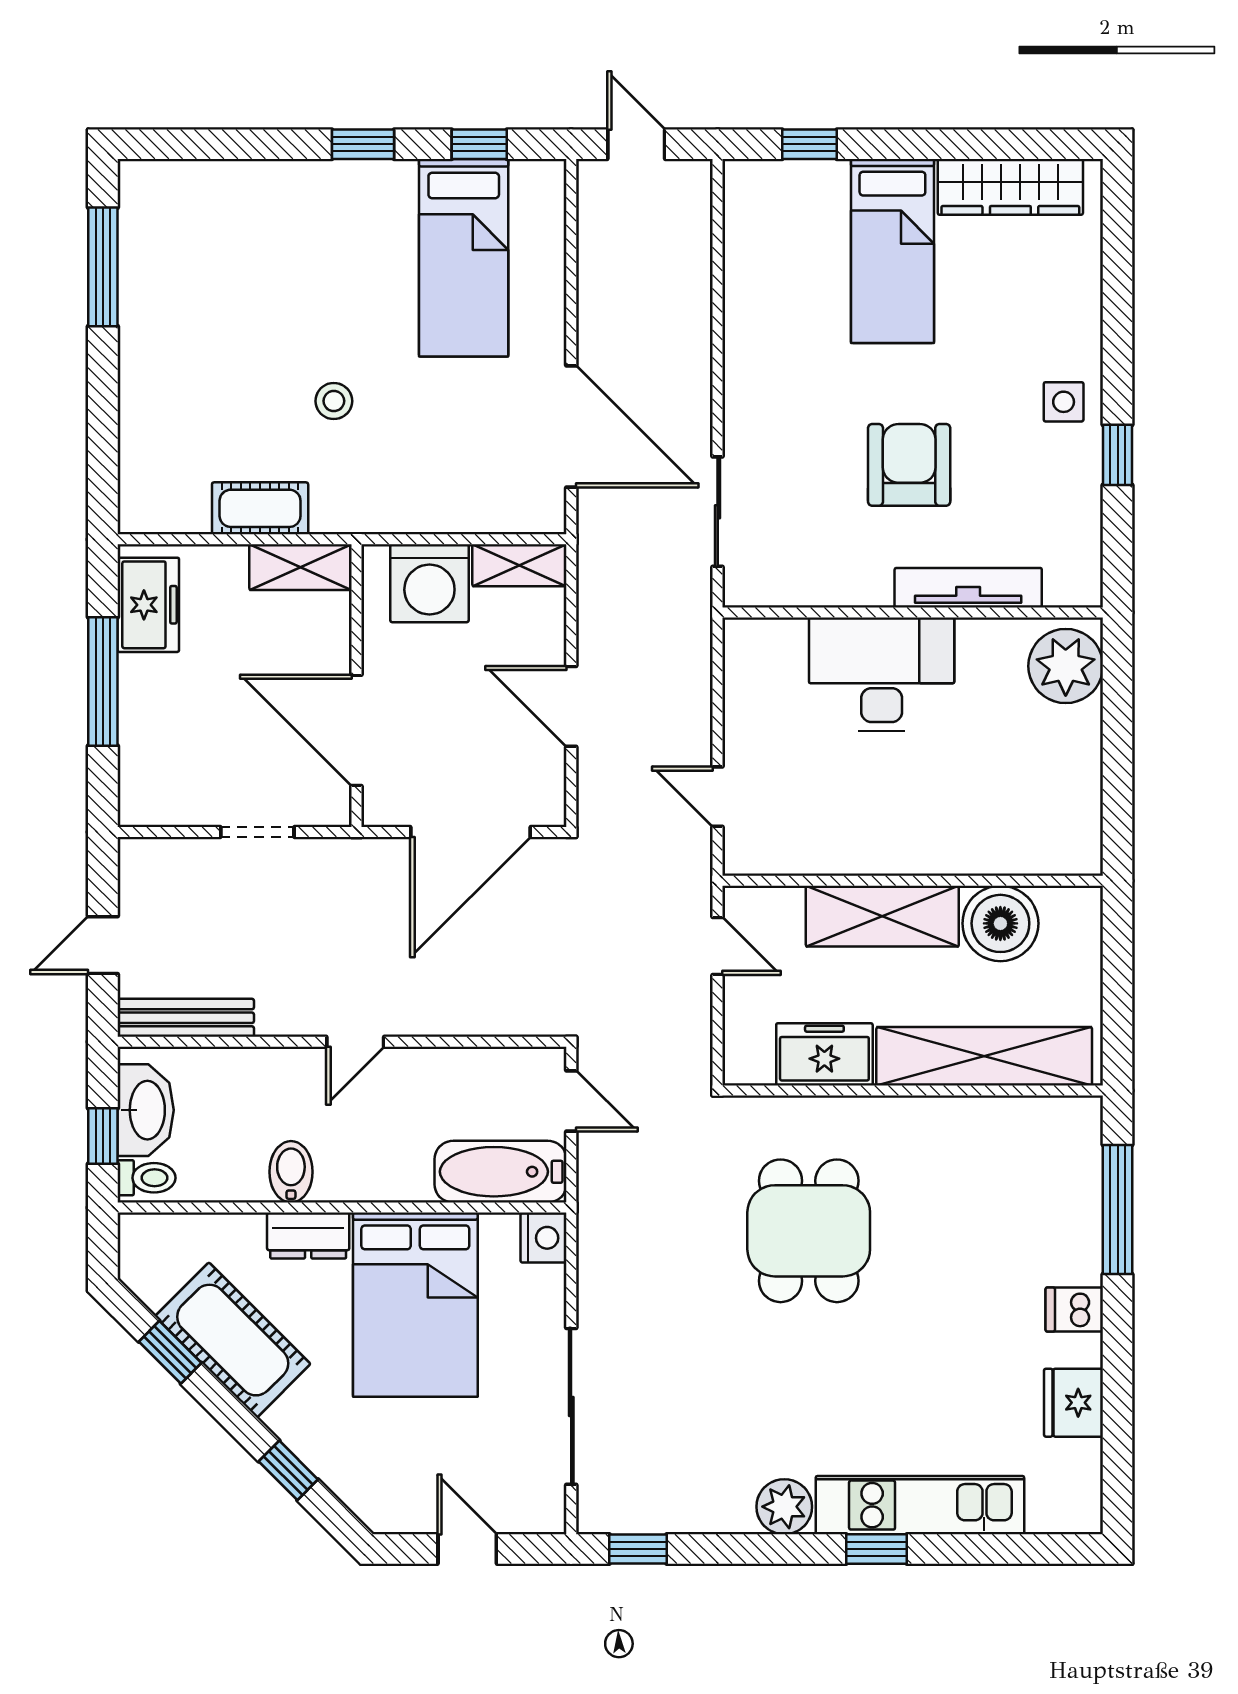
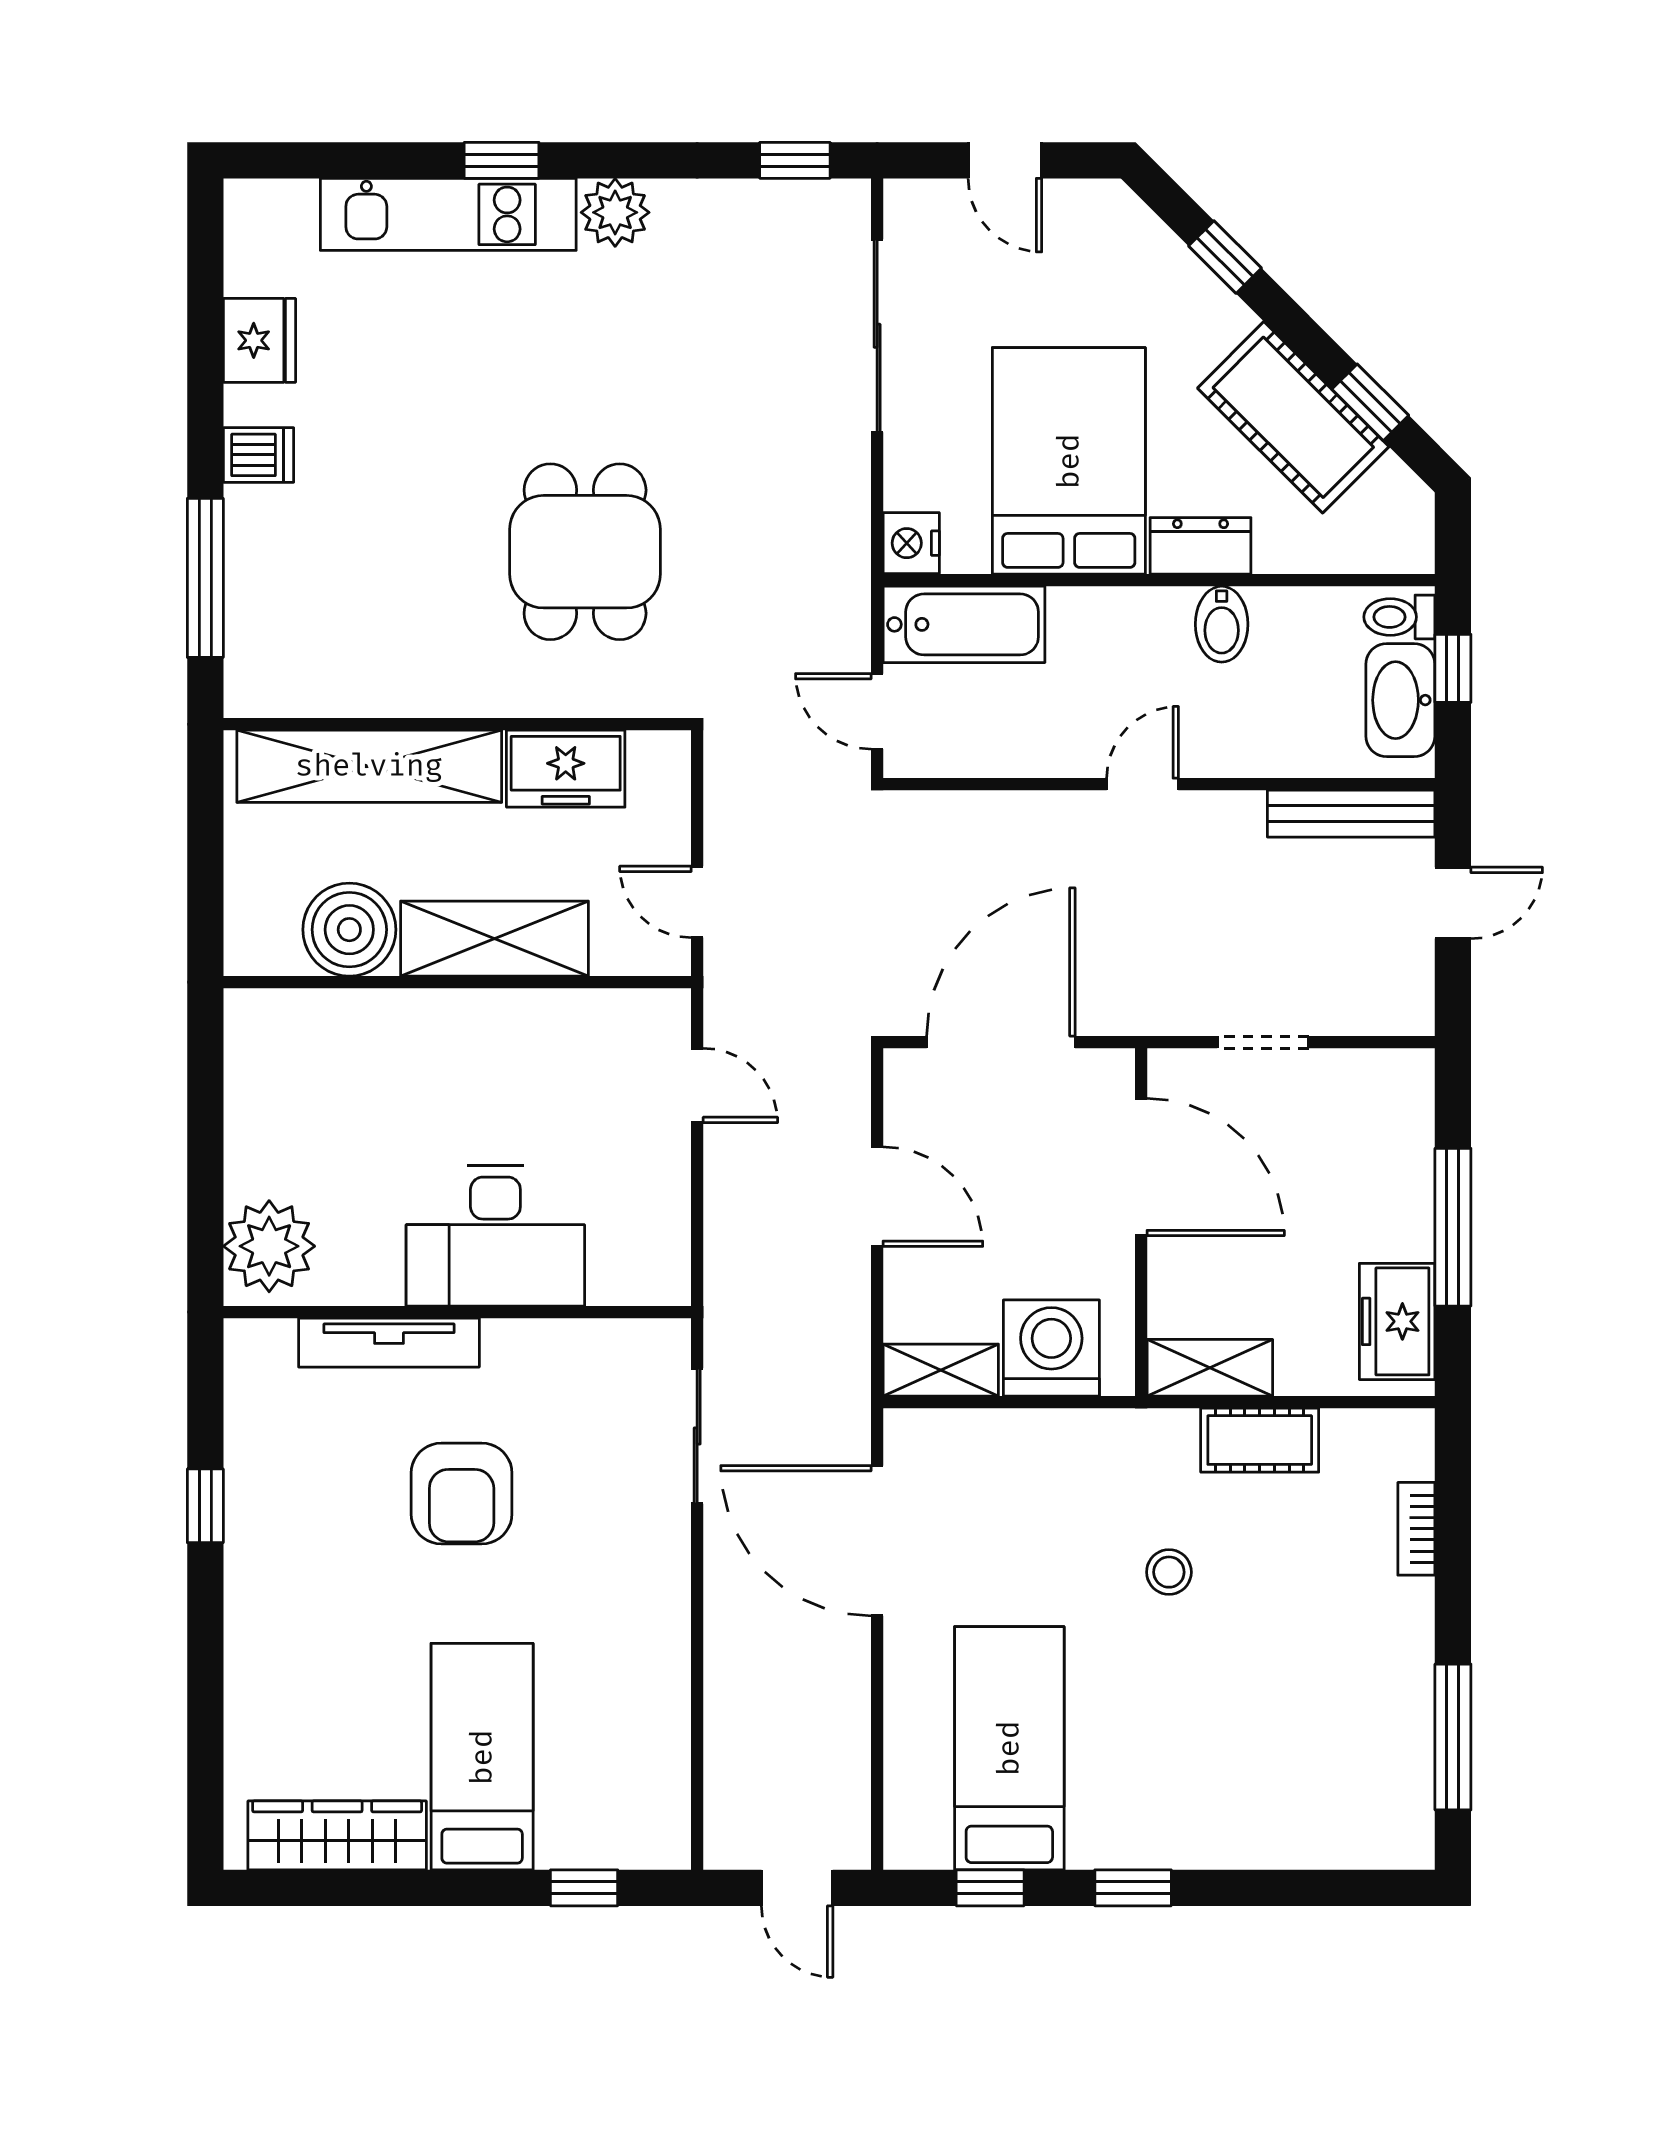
side table: (1064, 402) -> (272, 1571), removed
bookcase: (133, 436) -> (1416, 1529), added

